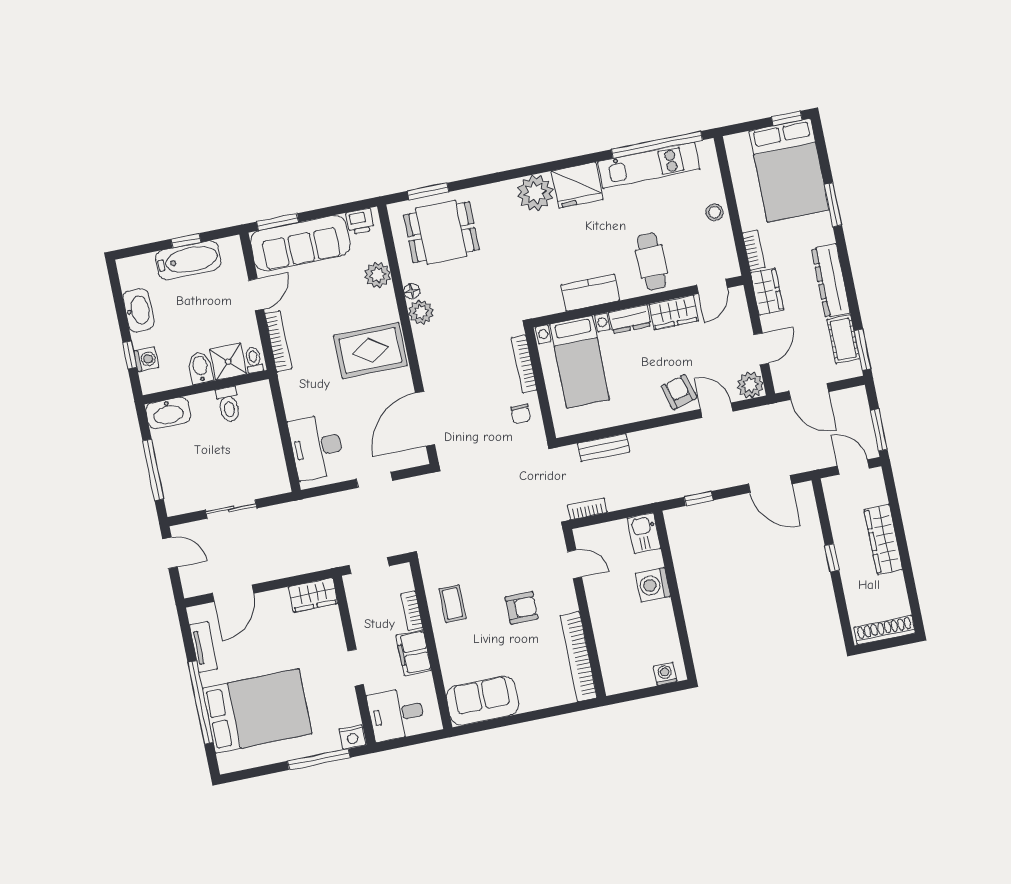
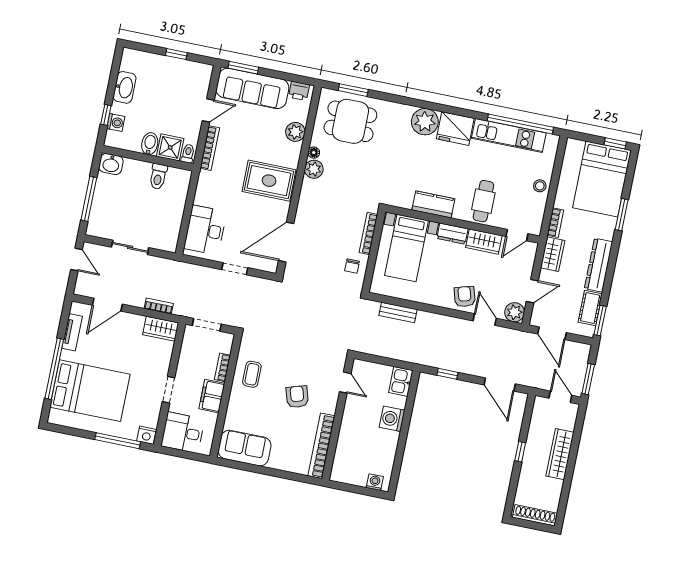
bathtub: (188, 260) -> (172, 68), removed
washbasin: (168, 413) -> (111, 164), width x0.72
bookcase: (587, 509) -> (159, 306), moved
armchair: (522, 608) -> (297, 397), turned -107

